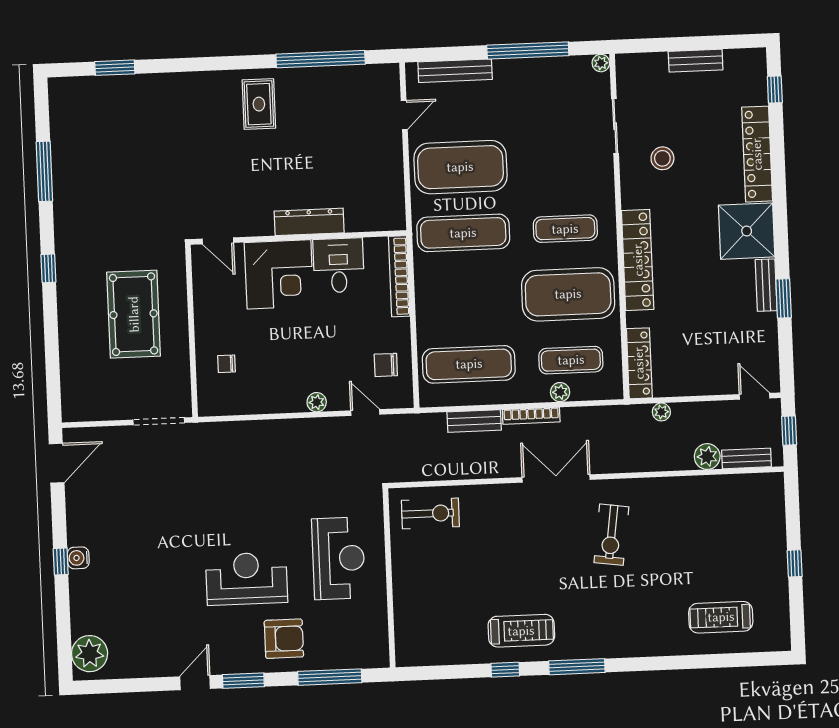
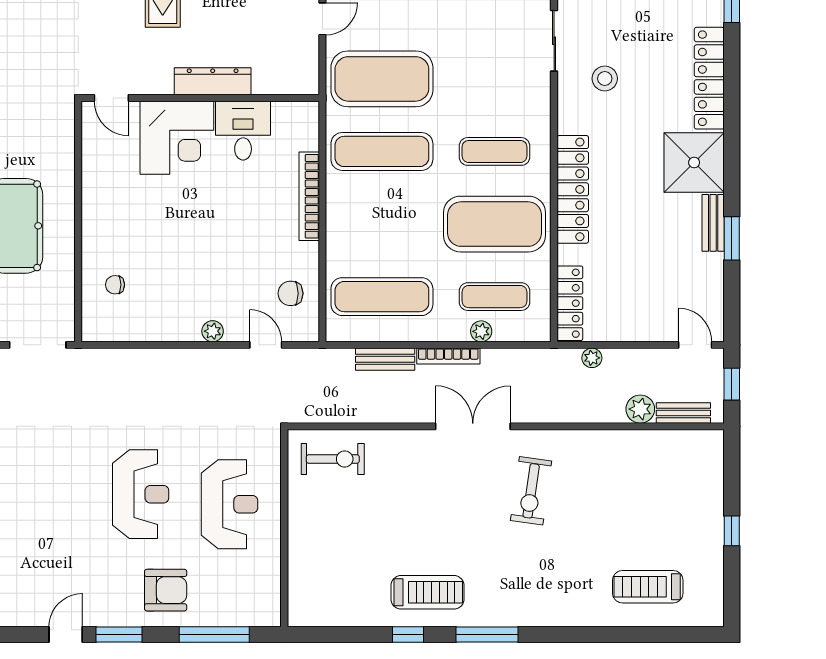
dresser: (309, 222) -> (213, 81), moved
wall: (299, 237) -> (200, 98), moved
door: (218, 241) -> (111, 98), moved
desk: (339, 265) -> (243, 131), moved
corner desk: (279, 274) -> (177, 138), moved
reception desk: (247, 579) -> (141, 494), moved, turned 90

